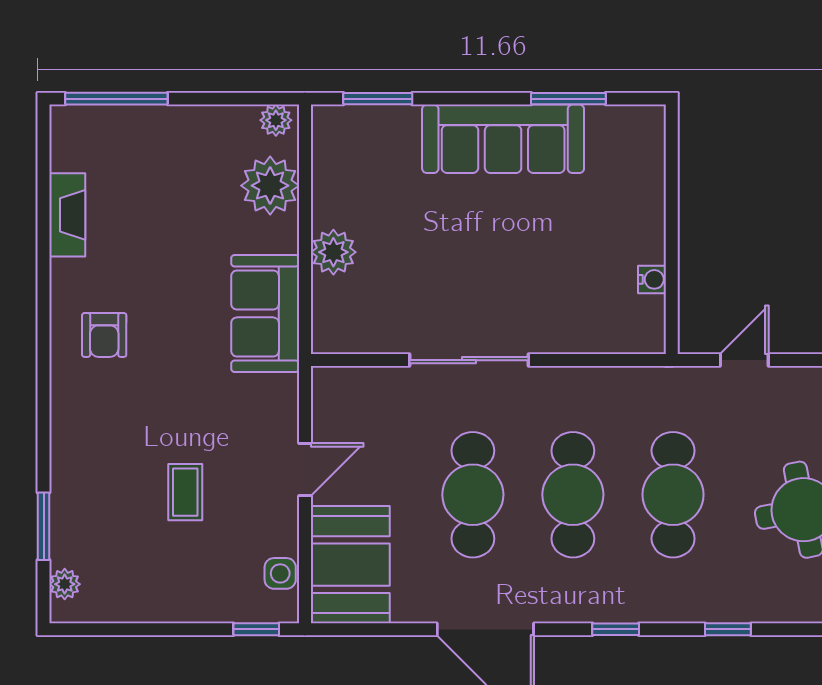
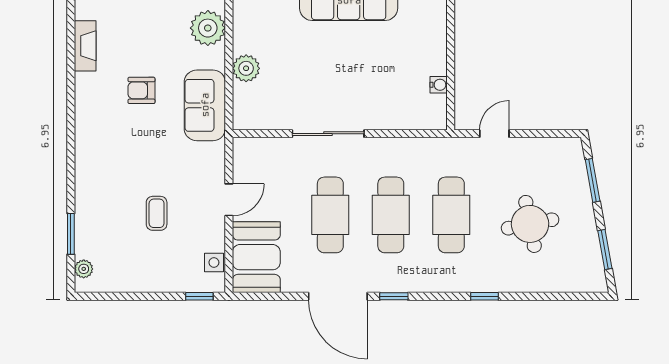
armchair: (104, 335) -> (141, 90), moved, turned 90
window: (616, 629) -> (394, 296), moved

